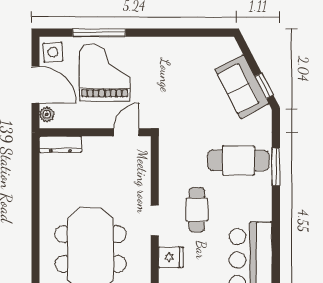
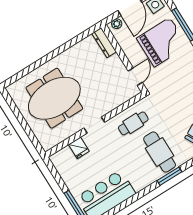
door: (127, 132) -> (135, 77), hinge flipped
cafe table: (197, 210) -> (133, 123), moved

